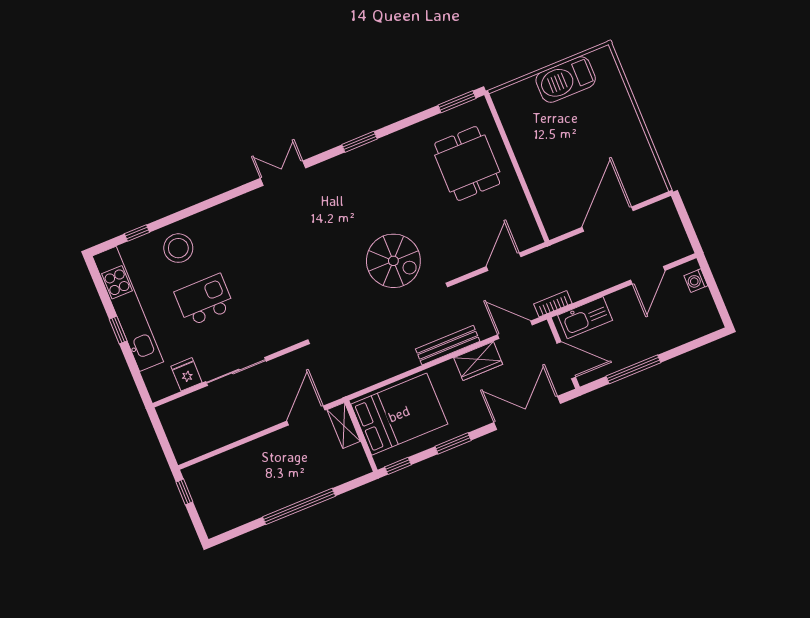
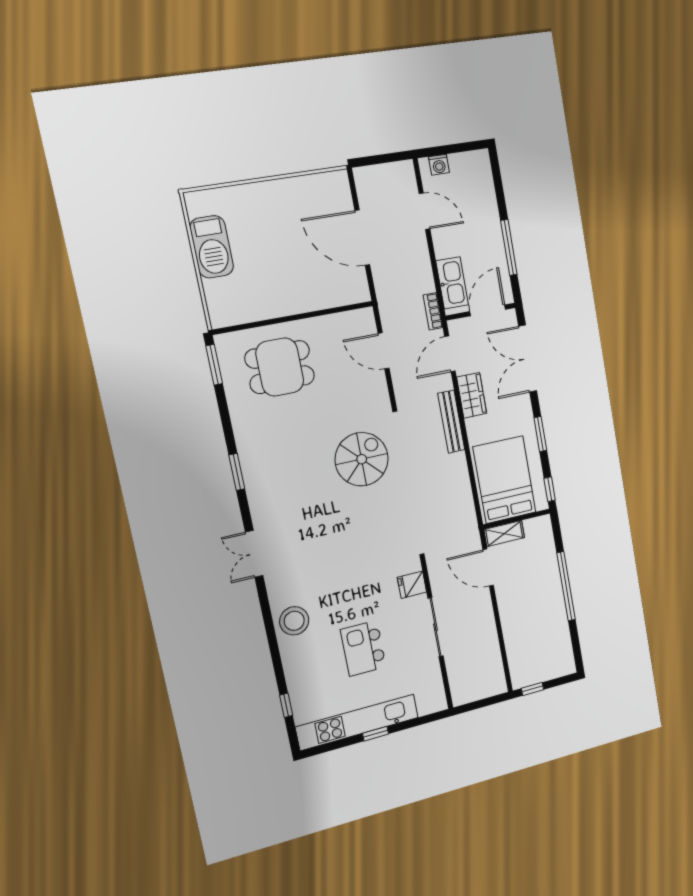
stool: (178, 248) -> (294, 621), moved
fridge: (186, 374) -> (412, 585), moved

